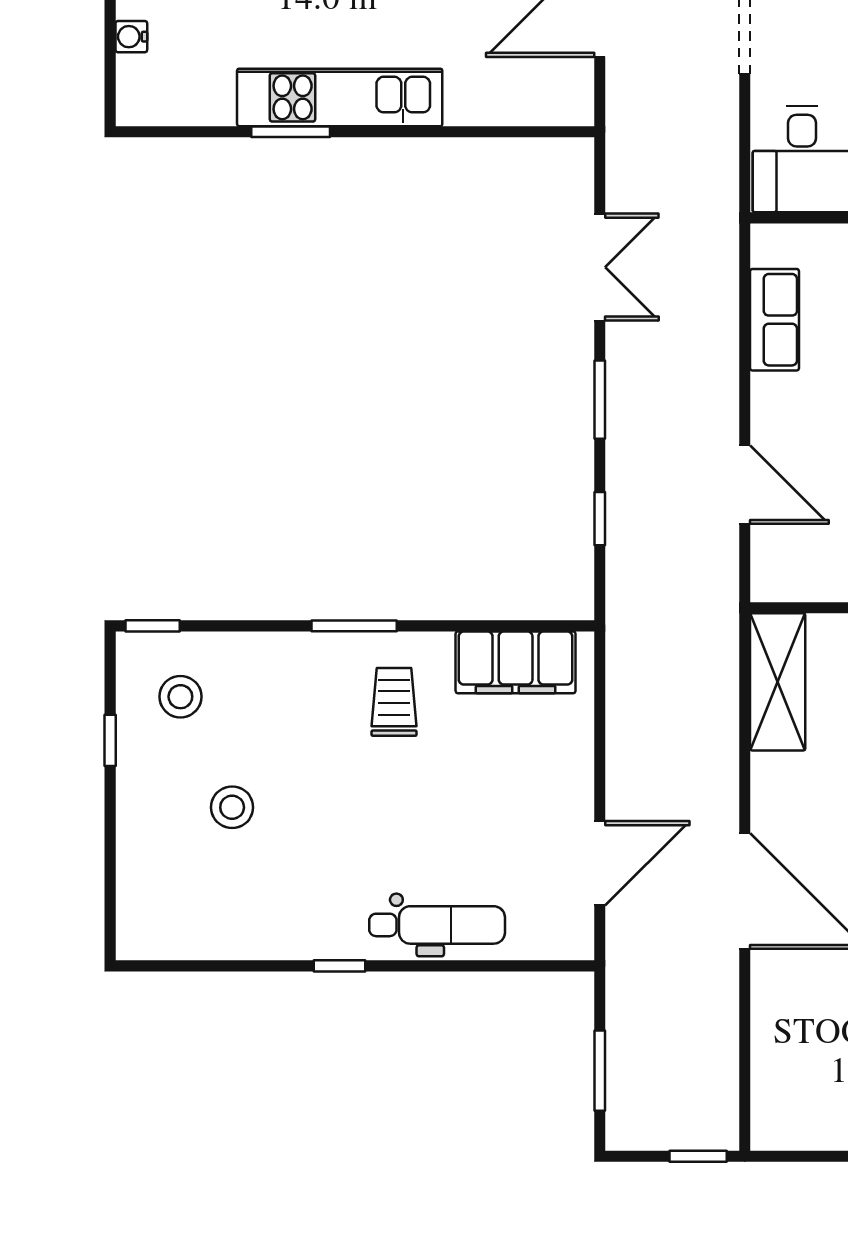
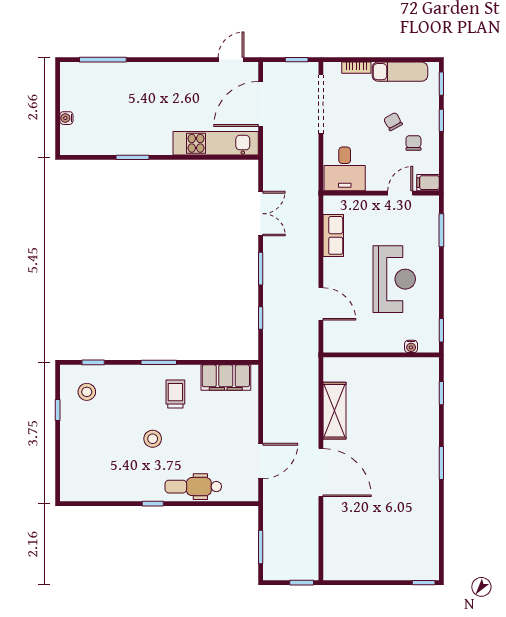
kitchen unit: (340, 97) -> (216, 143), moved
window: (153, 626) -> (93, 362), moved
shelving: (778, 682) -> (335, 411), moved
stool: (232, 807) -> (153, 439), moved
dental chair: (437, 925) -> (193, 487), turned 180

